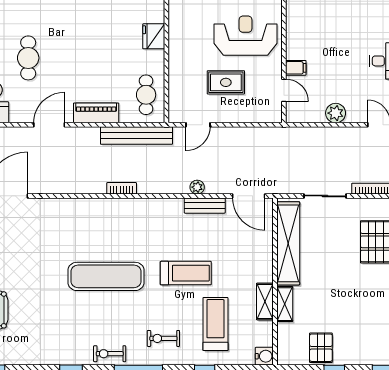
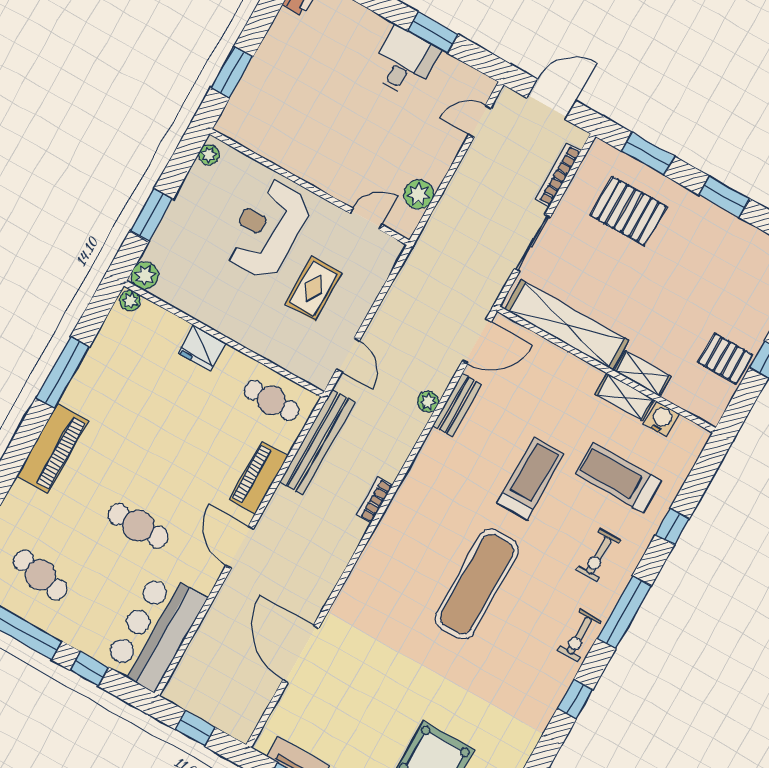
filing cabinet: (296, 68) -> (346, 187), removed
plant: (336, 113) -> (419, 194), moved
water cooler: (264, 356) -> (661, 419), moved

